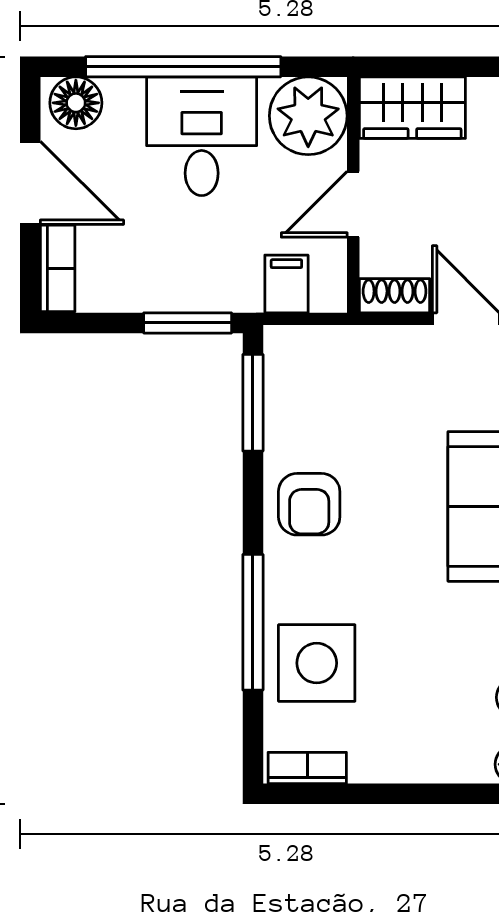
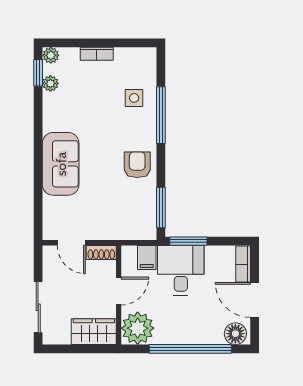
desk: (202, 136) -> (181, 270), moved, turned 180
side table: (317, 663) -> (134, 98), width x0.54, depth x0.54
bookcase: (307, 768) -> (97, 54), moved

